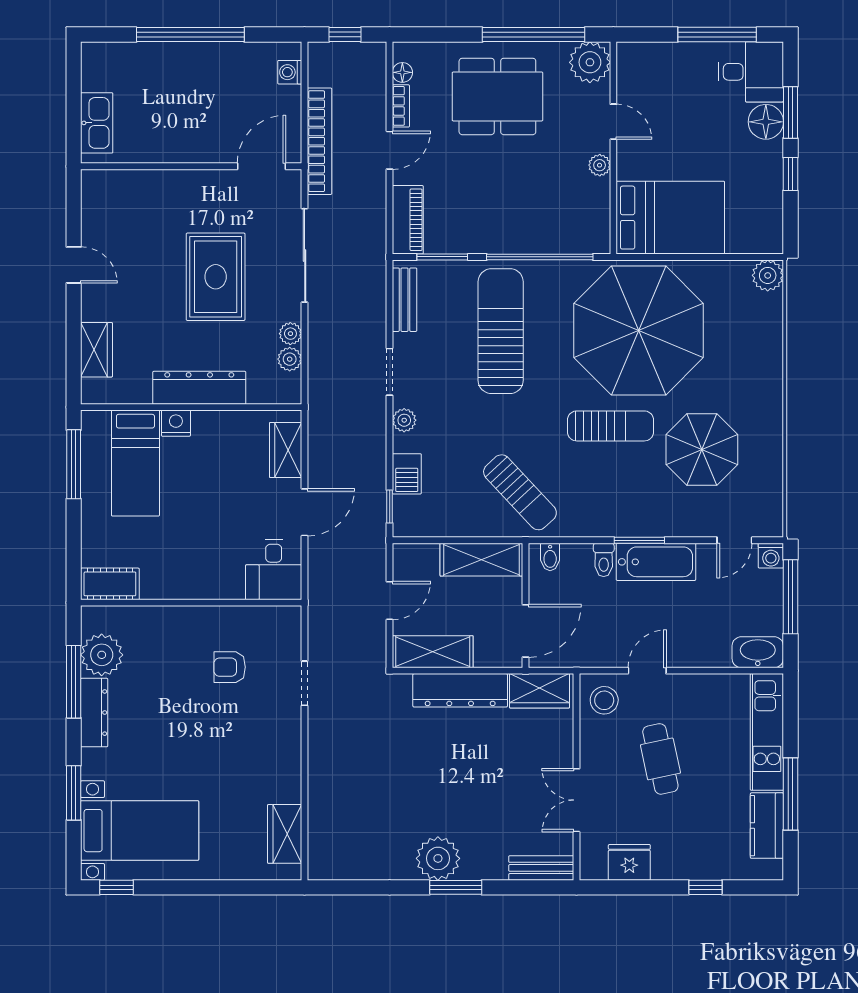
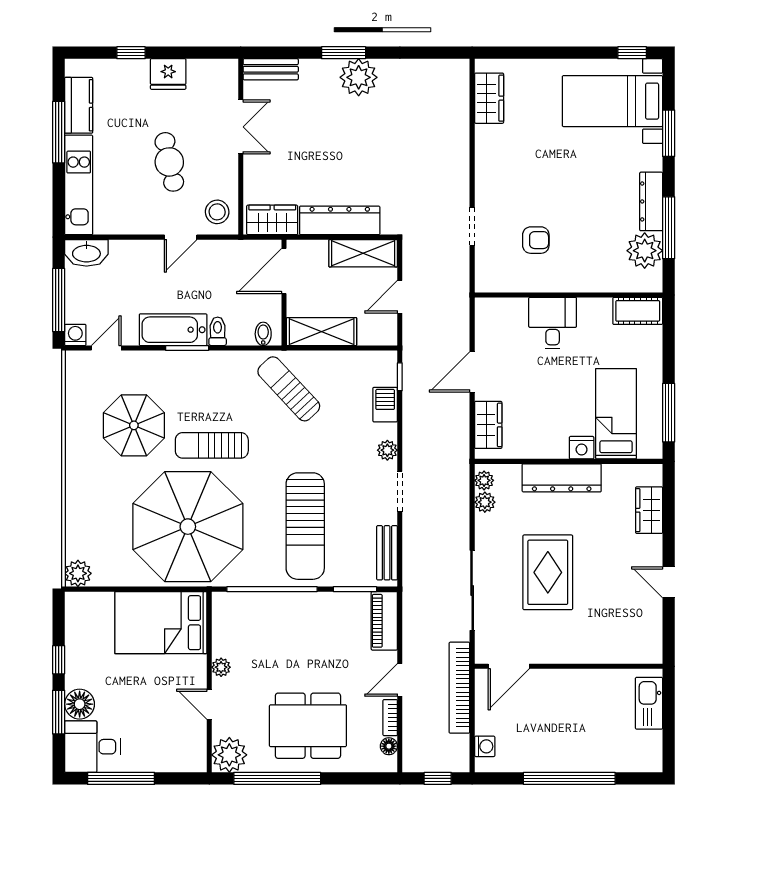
plant: (290, 334) -> (484, 480), moved
desk: (274, 570) -> (553, 323), moved
fridge: (629, 862) -> (168, 74), moved

